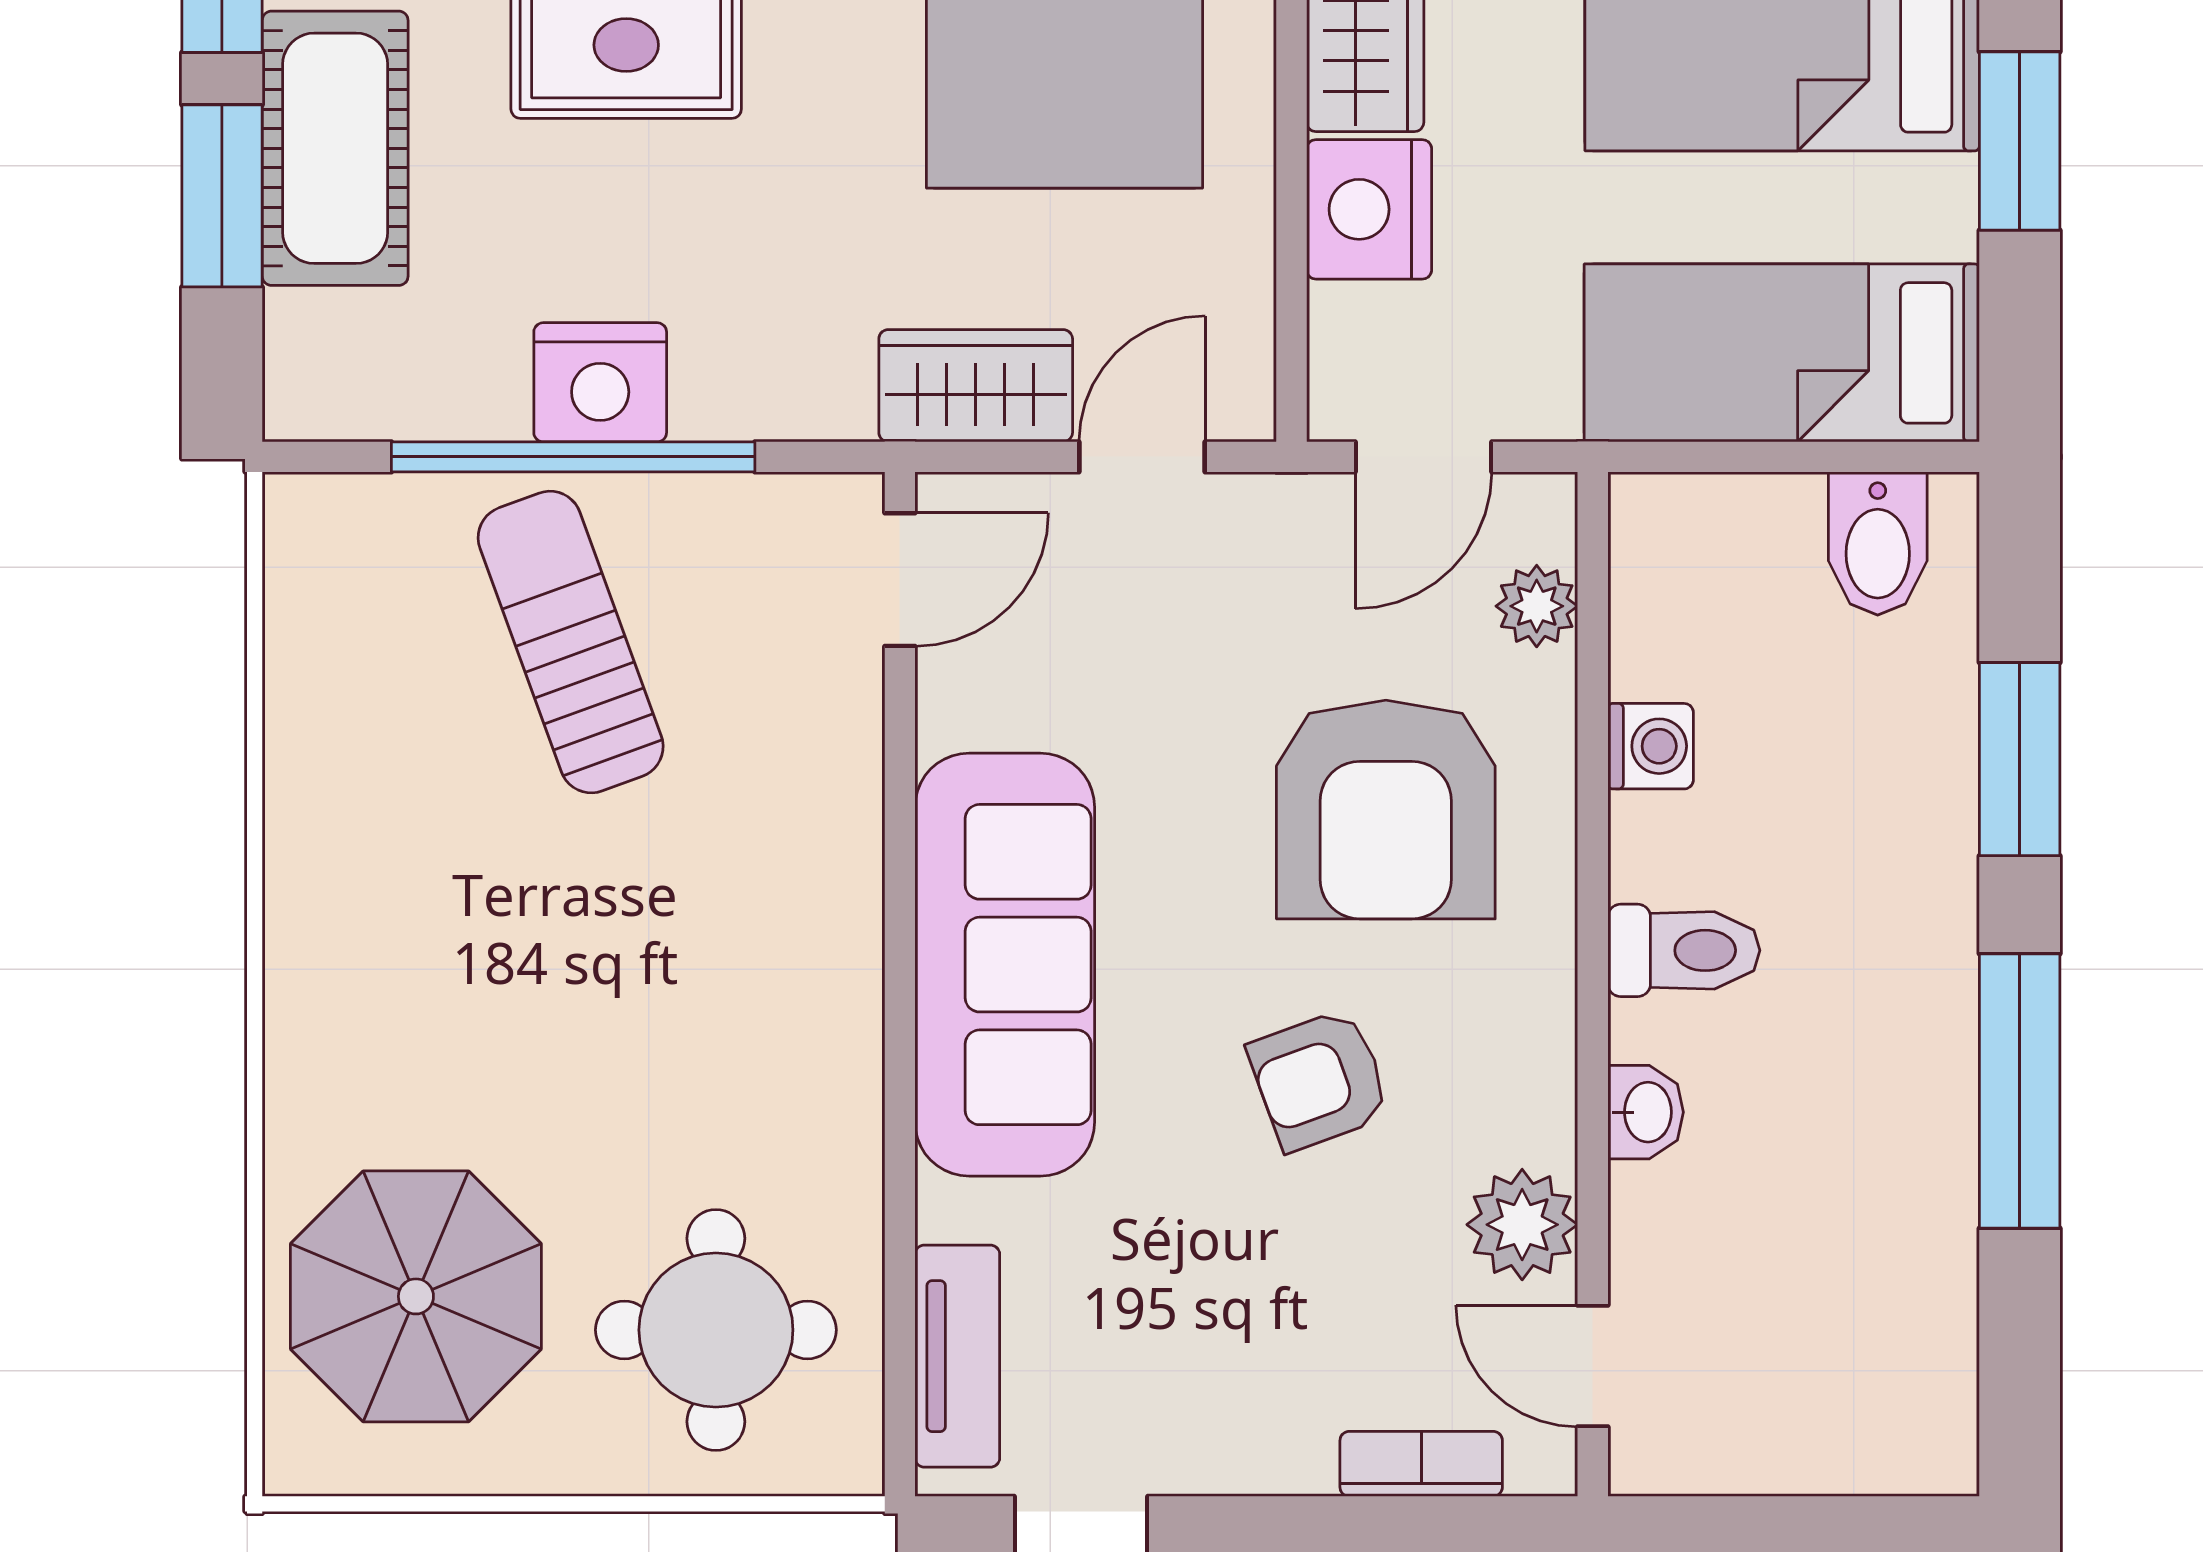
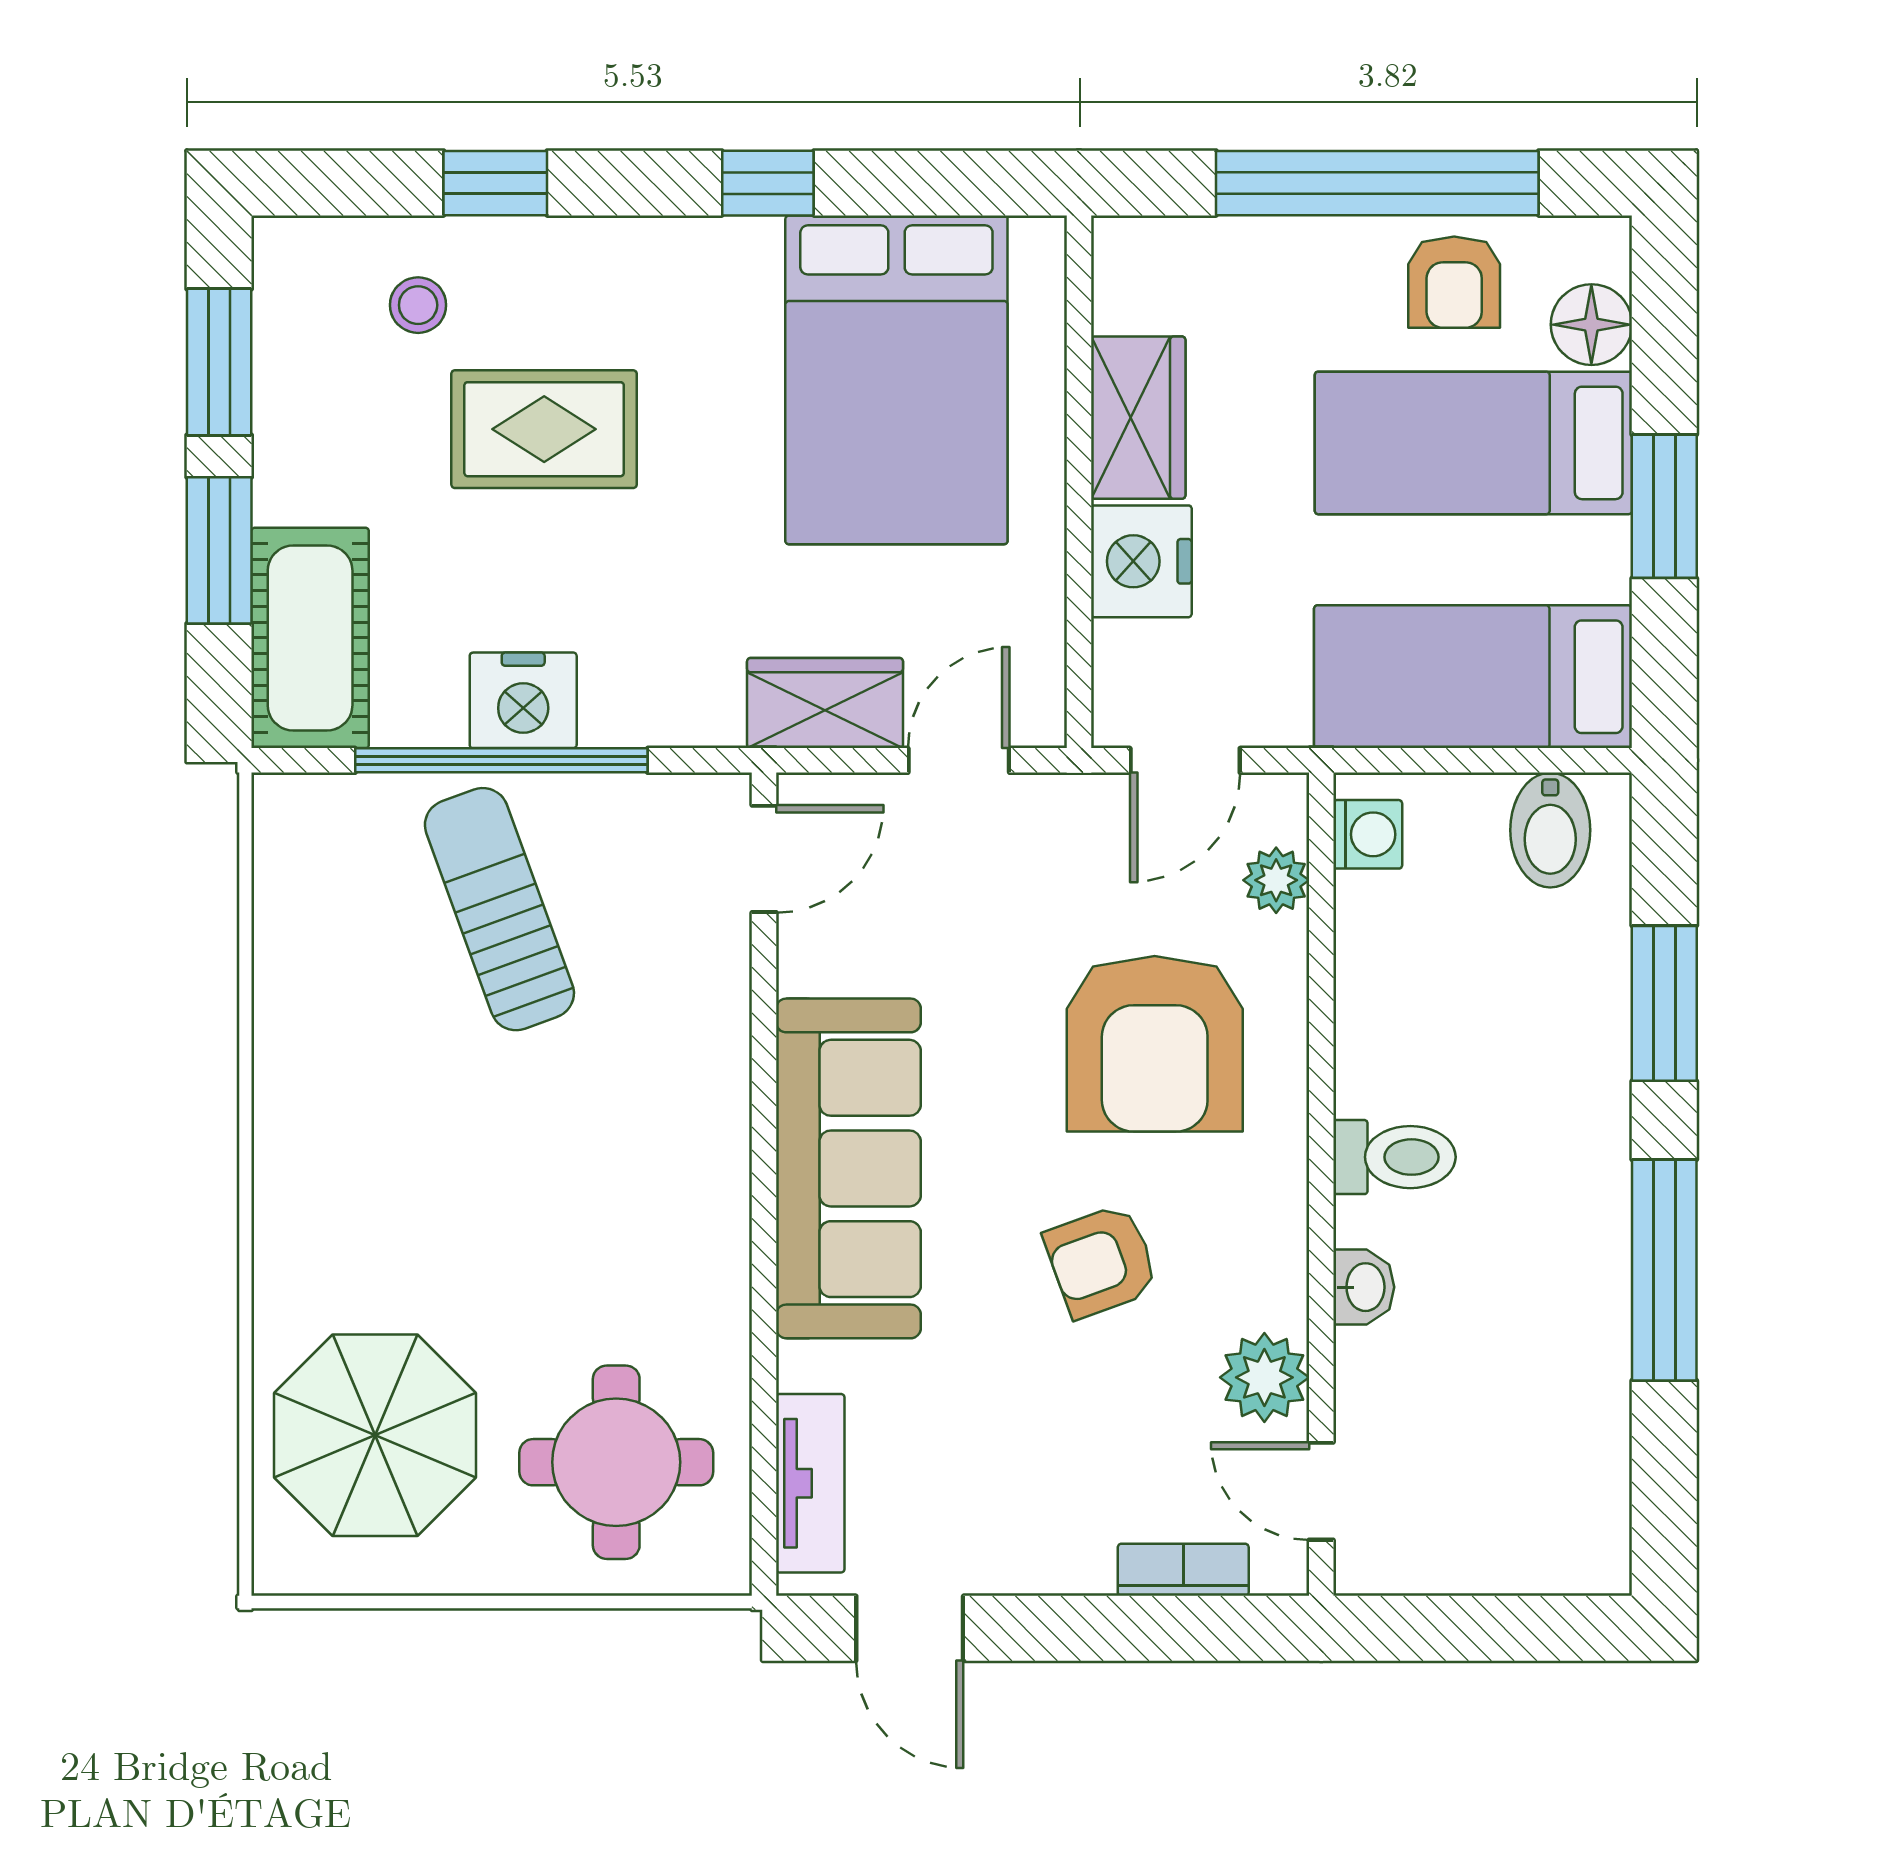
cot: (335, 148) -> (310, 638), moved
washing machine: (1651, 746) -> (1368, 834), moved

